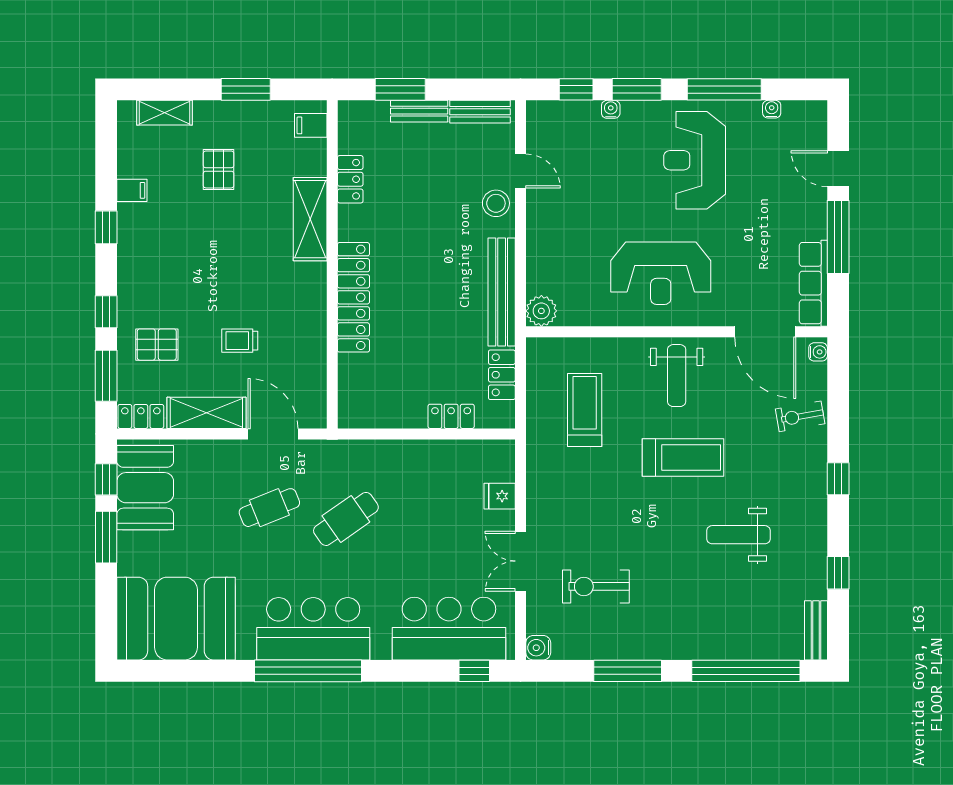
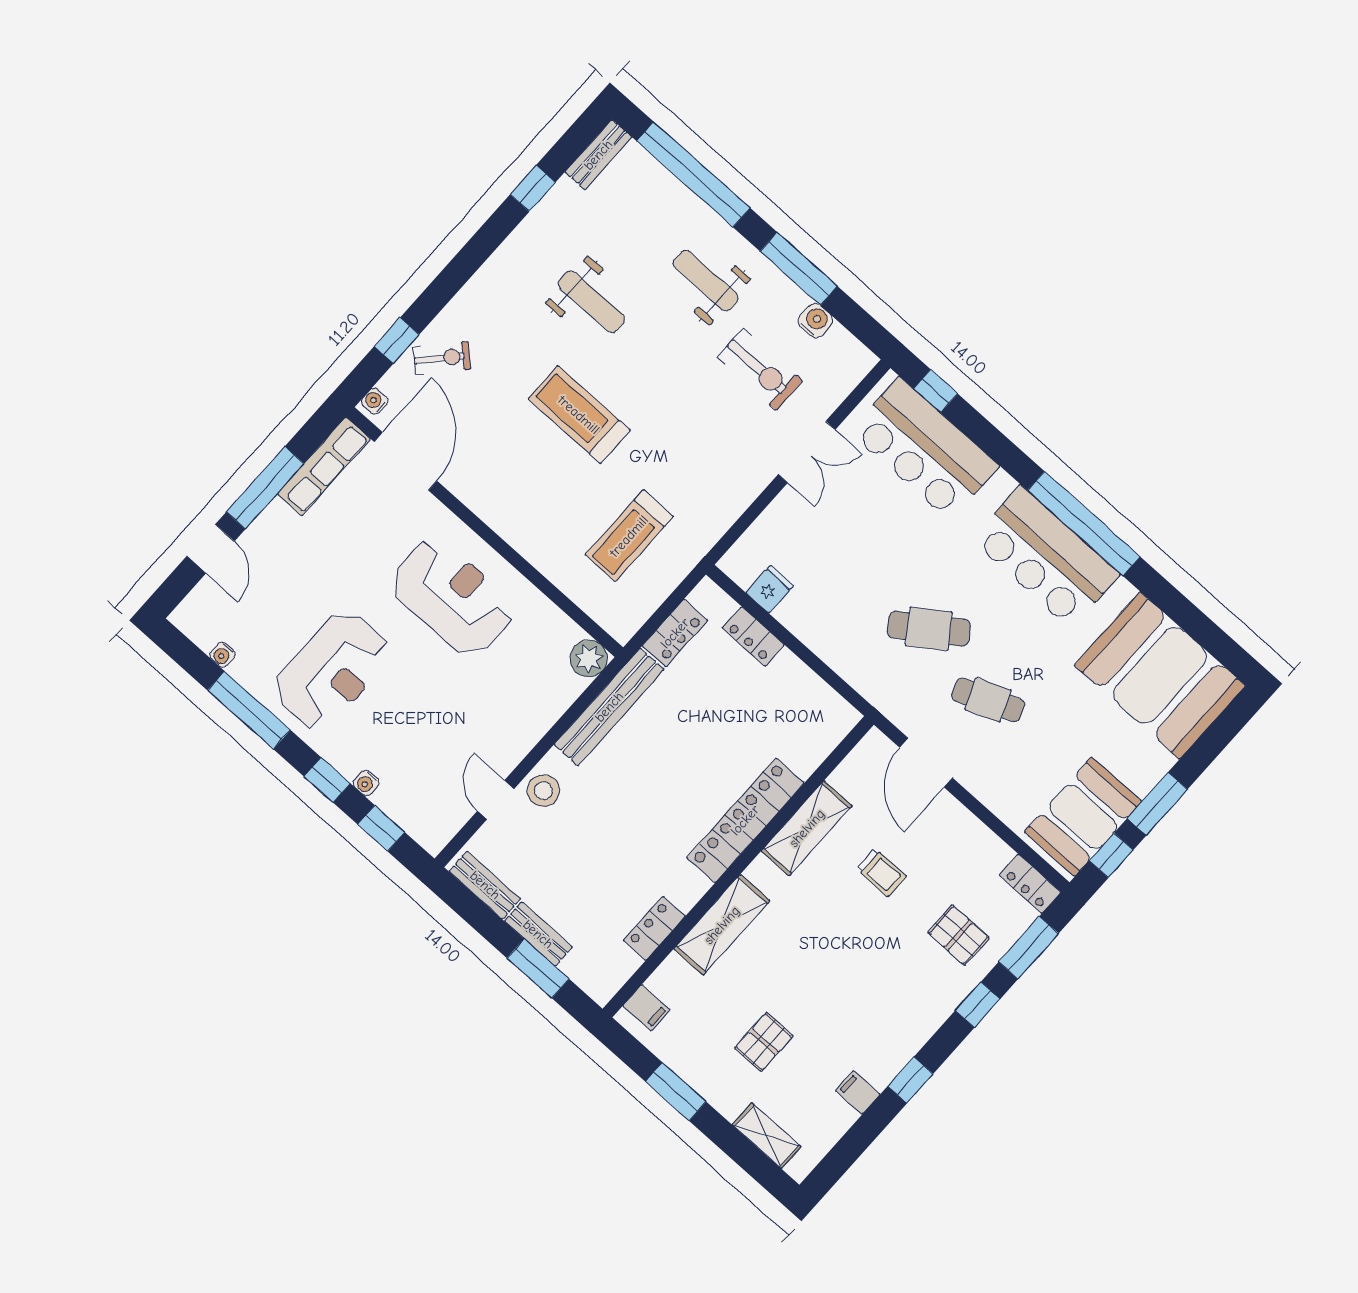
window: (637, 89) -> (327, 780), width x0.67
weight bench: (677, 376) -> (706, 281), moved, turned -90
shelving: (206, 413) -> (807, 828), moved, turned 90
exercise bike: (800, 416) -> (442, 358), turned -38
window: (838, 479) -> (397, 341), moved
fridge: (500, 496) -> (770, 589), moved, turned -90
water cooler: (538, 648) -> (815, 321), moved, turned -90

